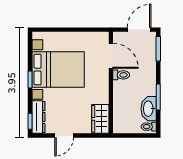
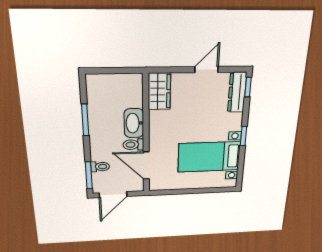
bed with nightstands: (58, 70) -> (209, 157), width x0.73
washbasin: (149, 109) -> (134, 123), moved, turned 180
toilet: (149, 127) -> (100, 167), moved

